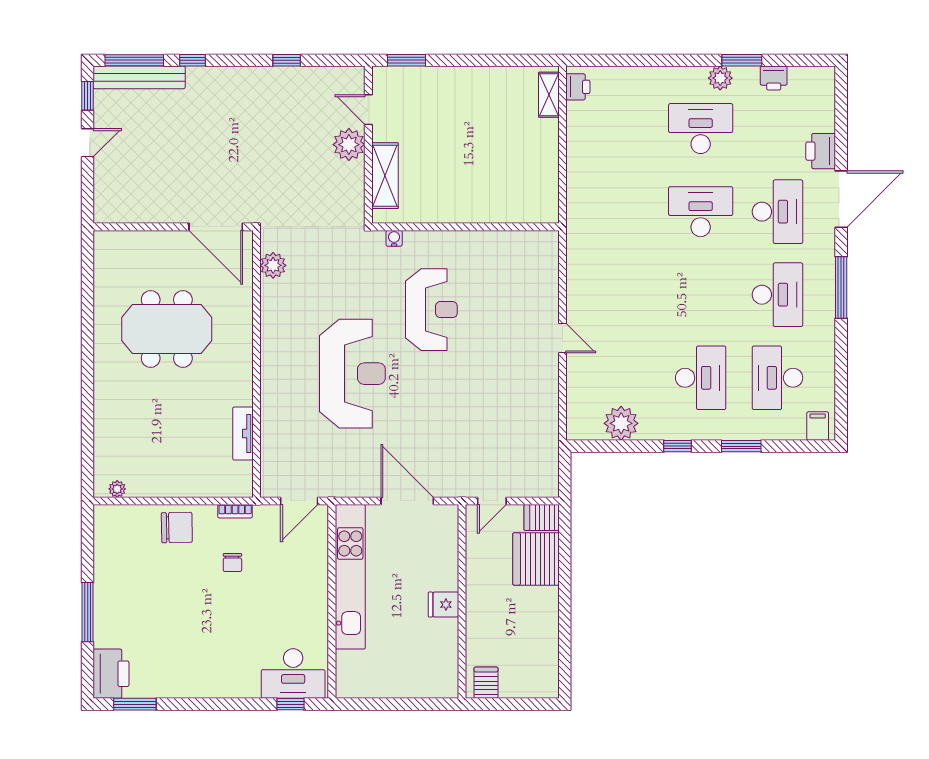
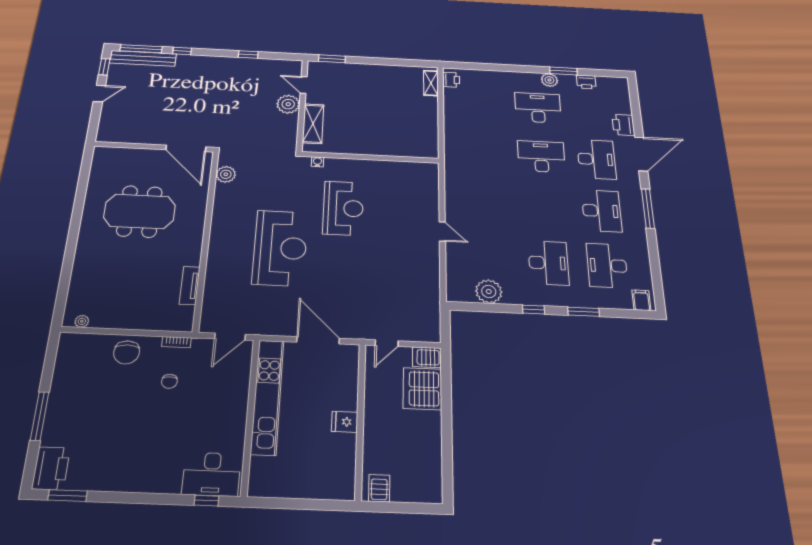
chair: (177, 527) -> (127, 352), turned 91

